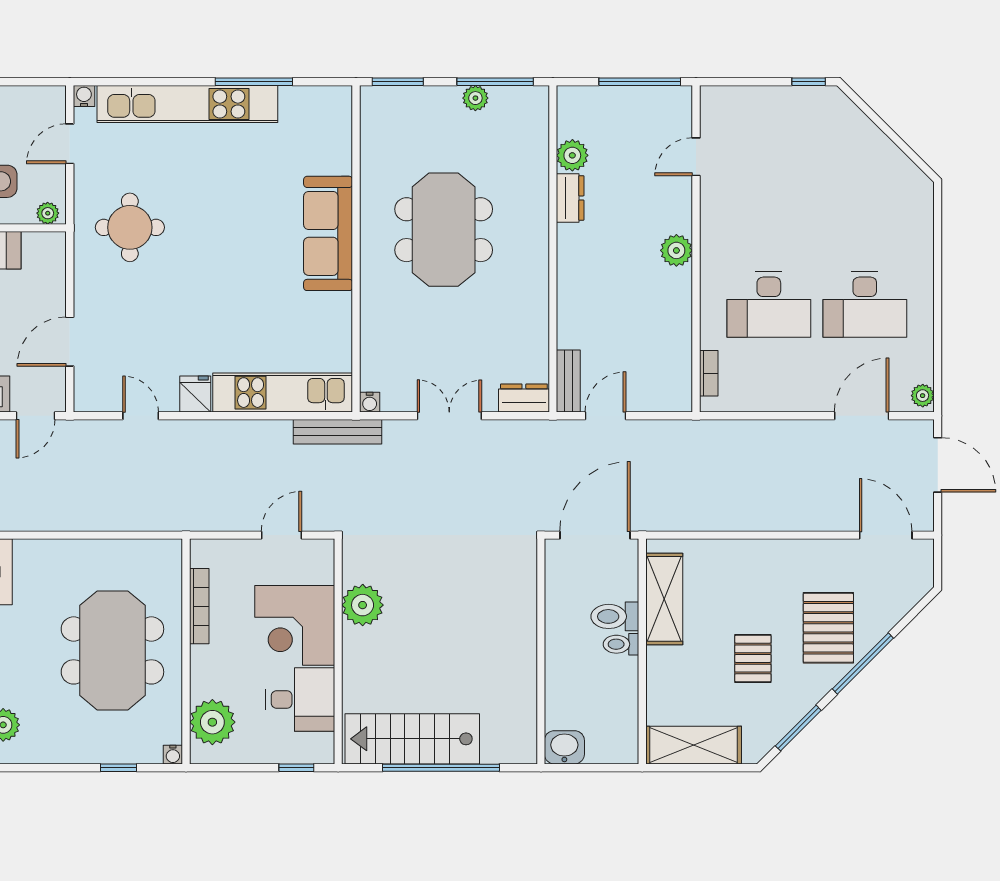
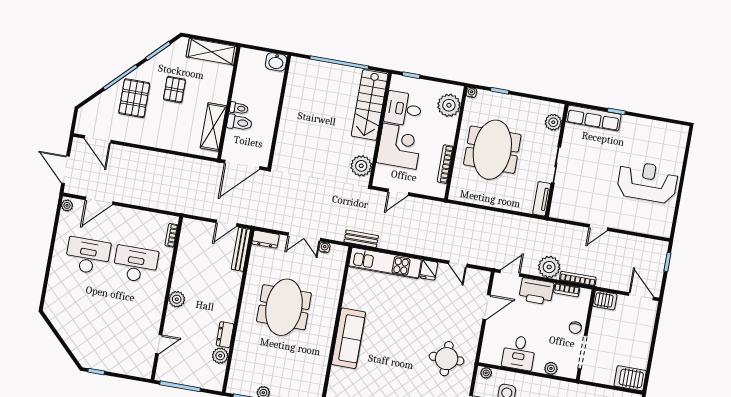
meeting table: (444, 230) -> (284, 307), moved
bench: (568, 381) -> (241, 249), width x1.36
water cooler: (370, 402) -> (325, 247), moved
bench: (337, 432) -> (361, 239), width x0.73
plant: (363, 605) -> (361, 166), moved
stairs: (412, 739) -> (370, 105), moved, turned 90

